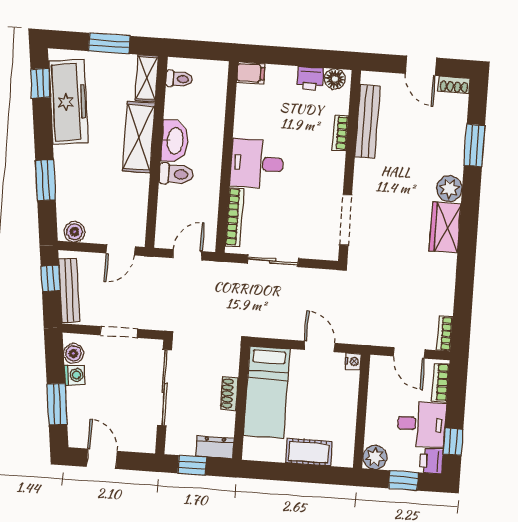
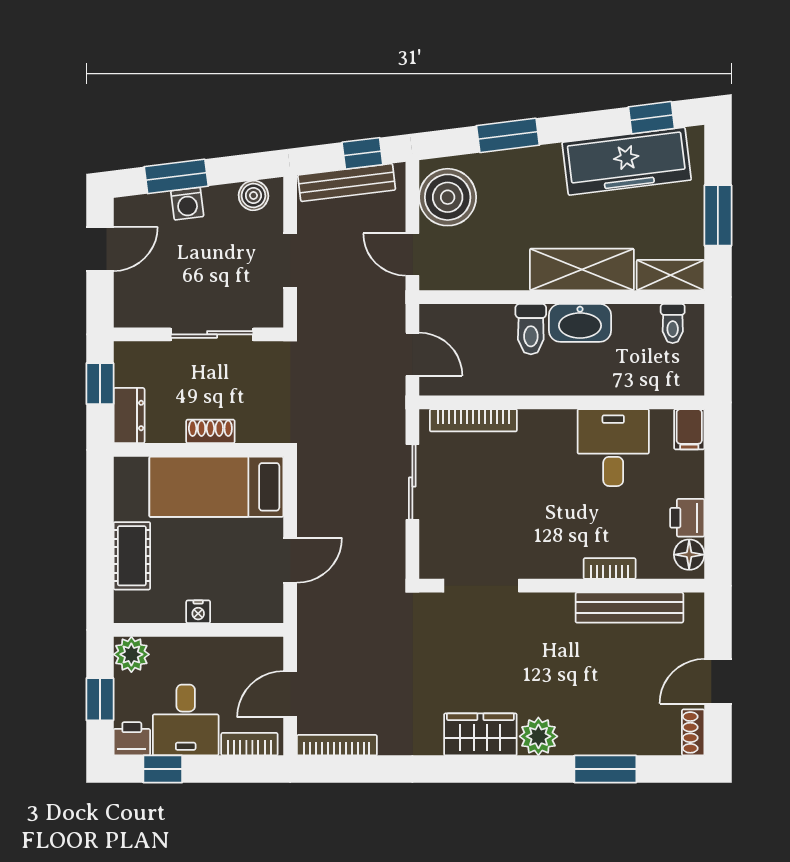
desk: (257, 163) -> (613, 448), moved
boiler: (74, 232) -> (448, 197), width x1.86, depth x1.86
bookcase: (445, 334) -> (337, 745), width x1.56
nightstand: (353, 361) -> (198, 612), moved
washing machine: (75, 375) -> (187, 204), moved
sliding door: (164, 388) -> (212, 334), width x0.73

